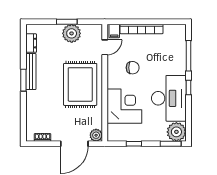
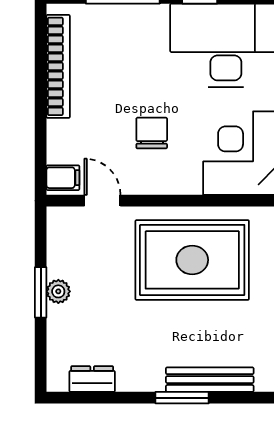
bookcase: (142, 29) -> (58, 66), moved
plant: (72, 33) -> (58, 291), width x0.53, depth x0.53
bench: (31, 72) -> (210, 380), moved

